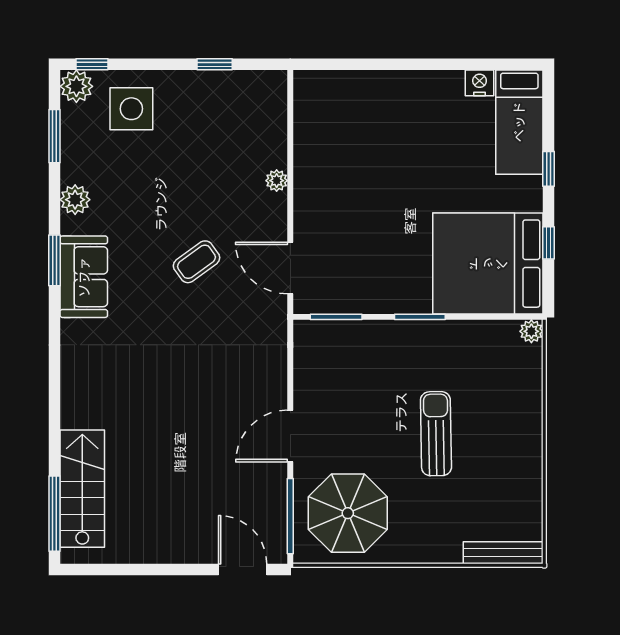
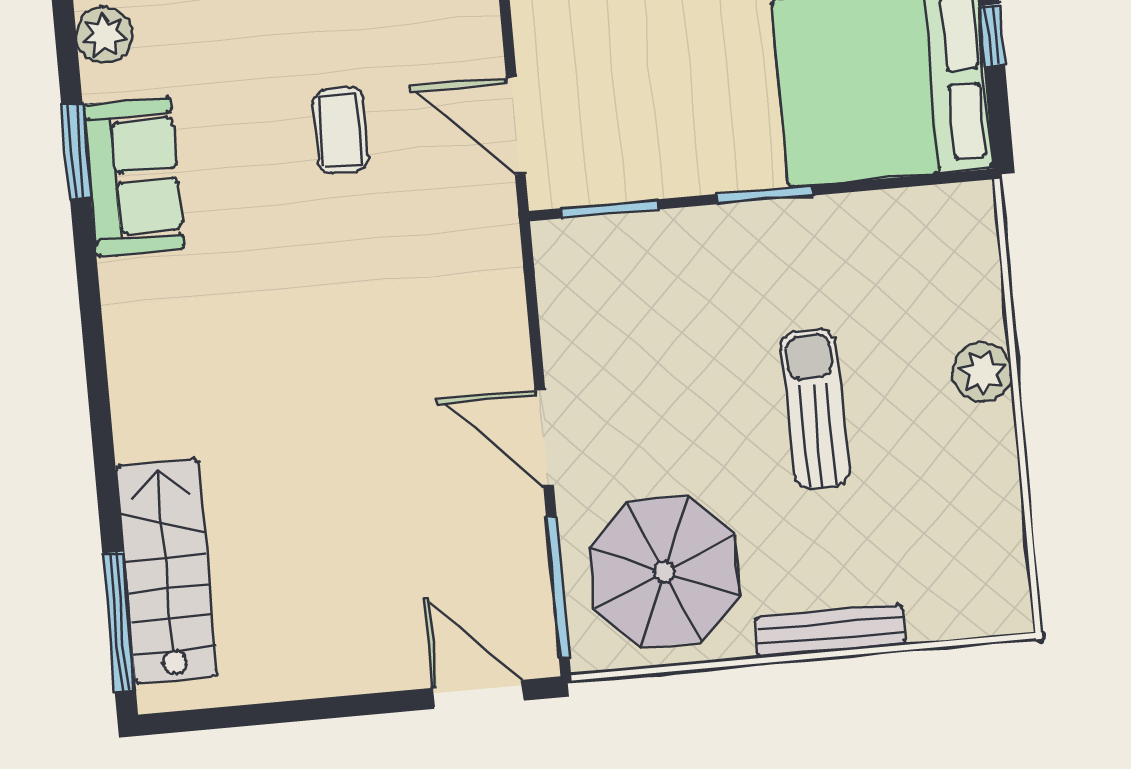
coffee table: (197, 262) -> (340, 130), turned -54
plant: (531, 331) -> (982, 372), moved, width x1.38, depth x1.38
door: (290, 436) -> (544, 438), hinge flipped
bench: (503, 553) -> (830, 631), moved

